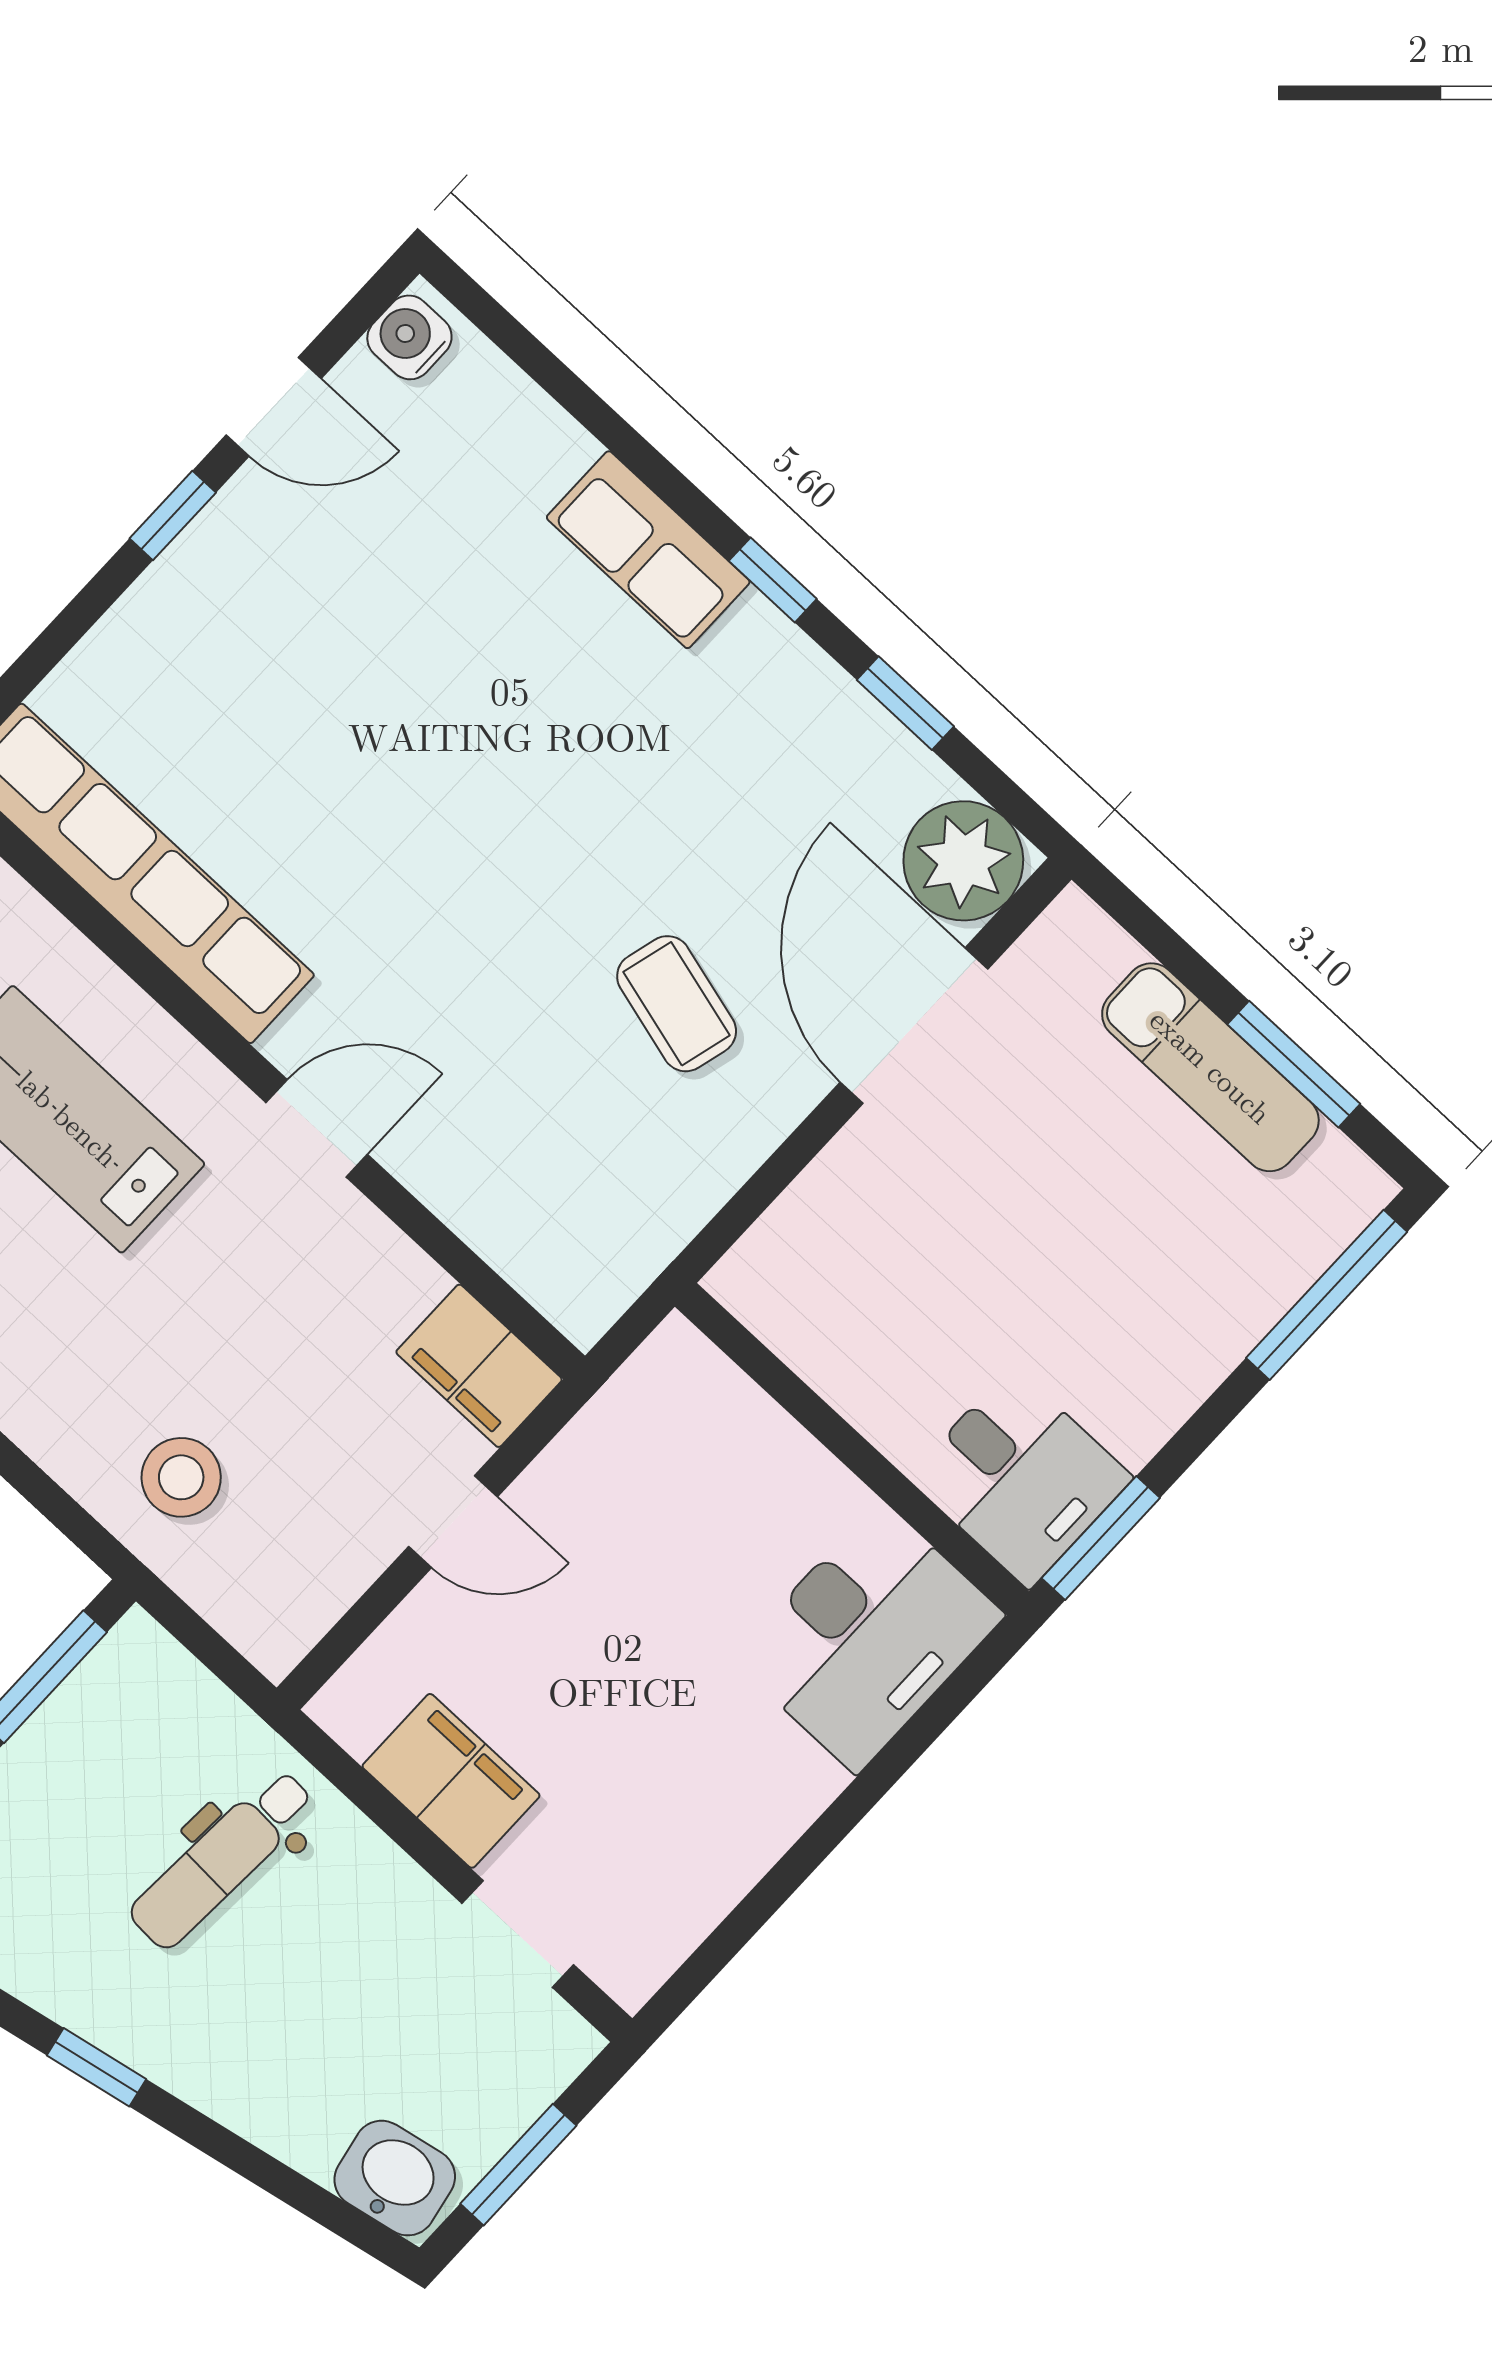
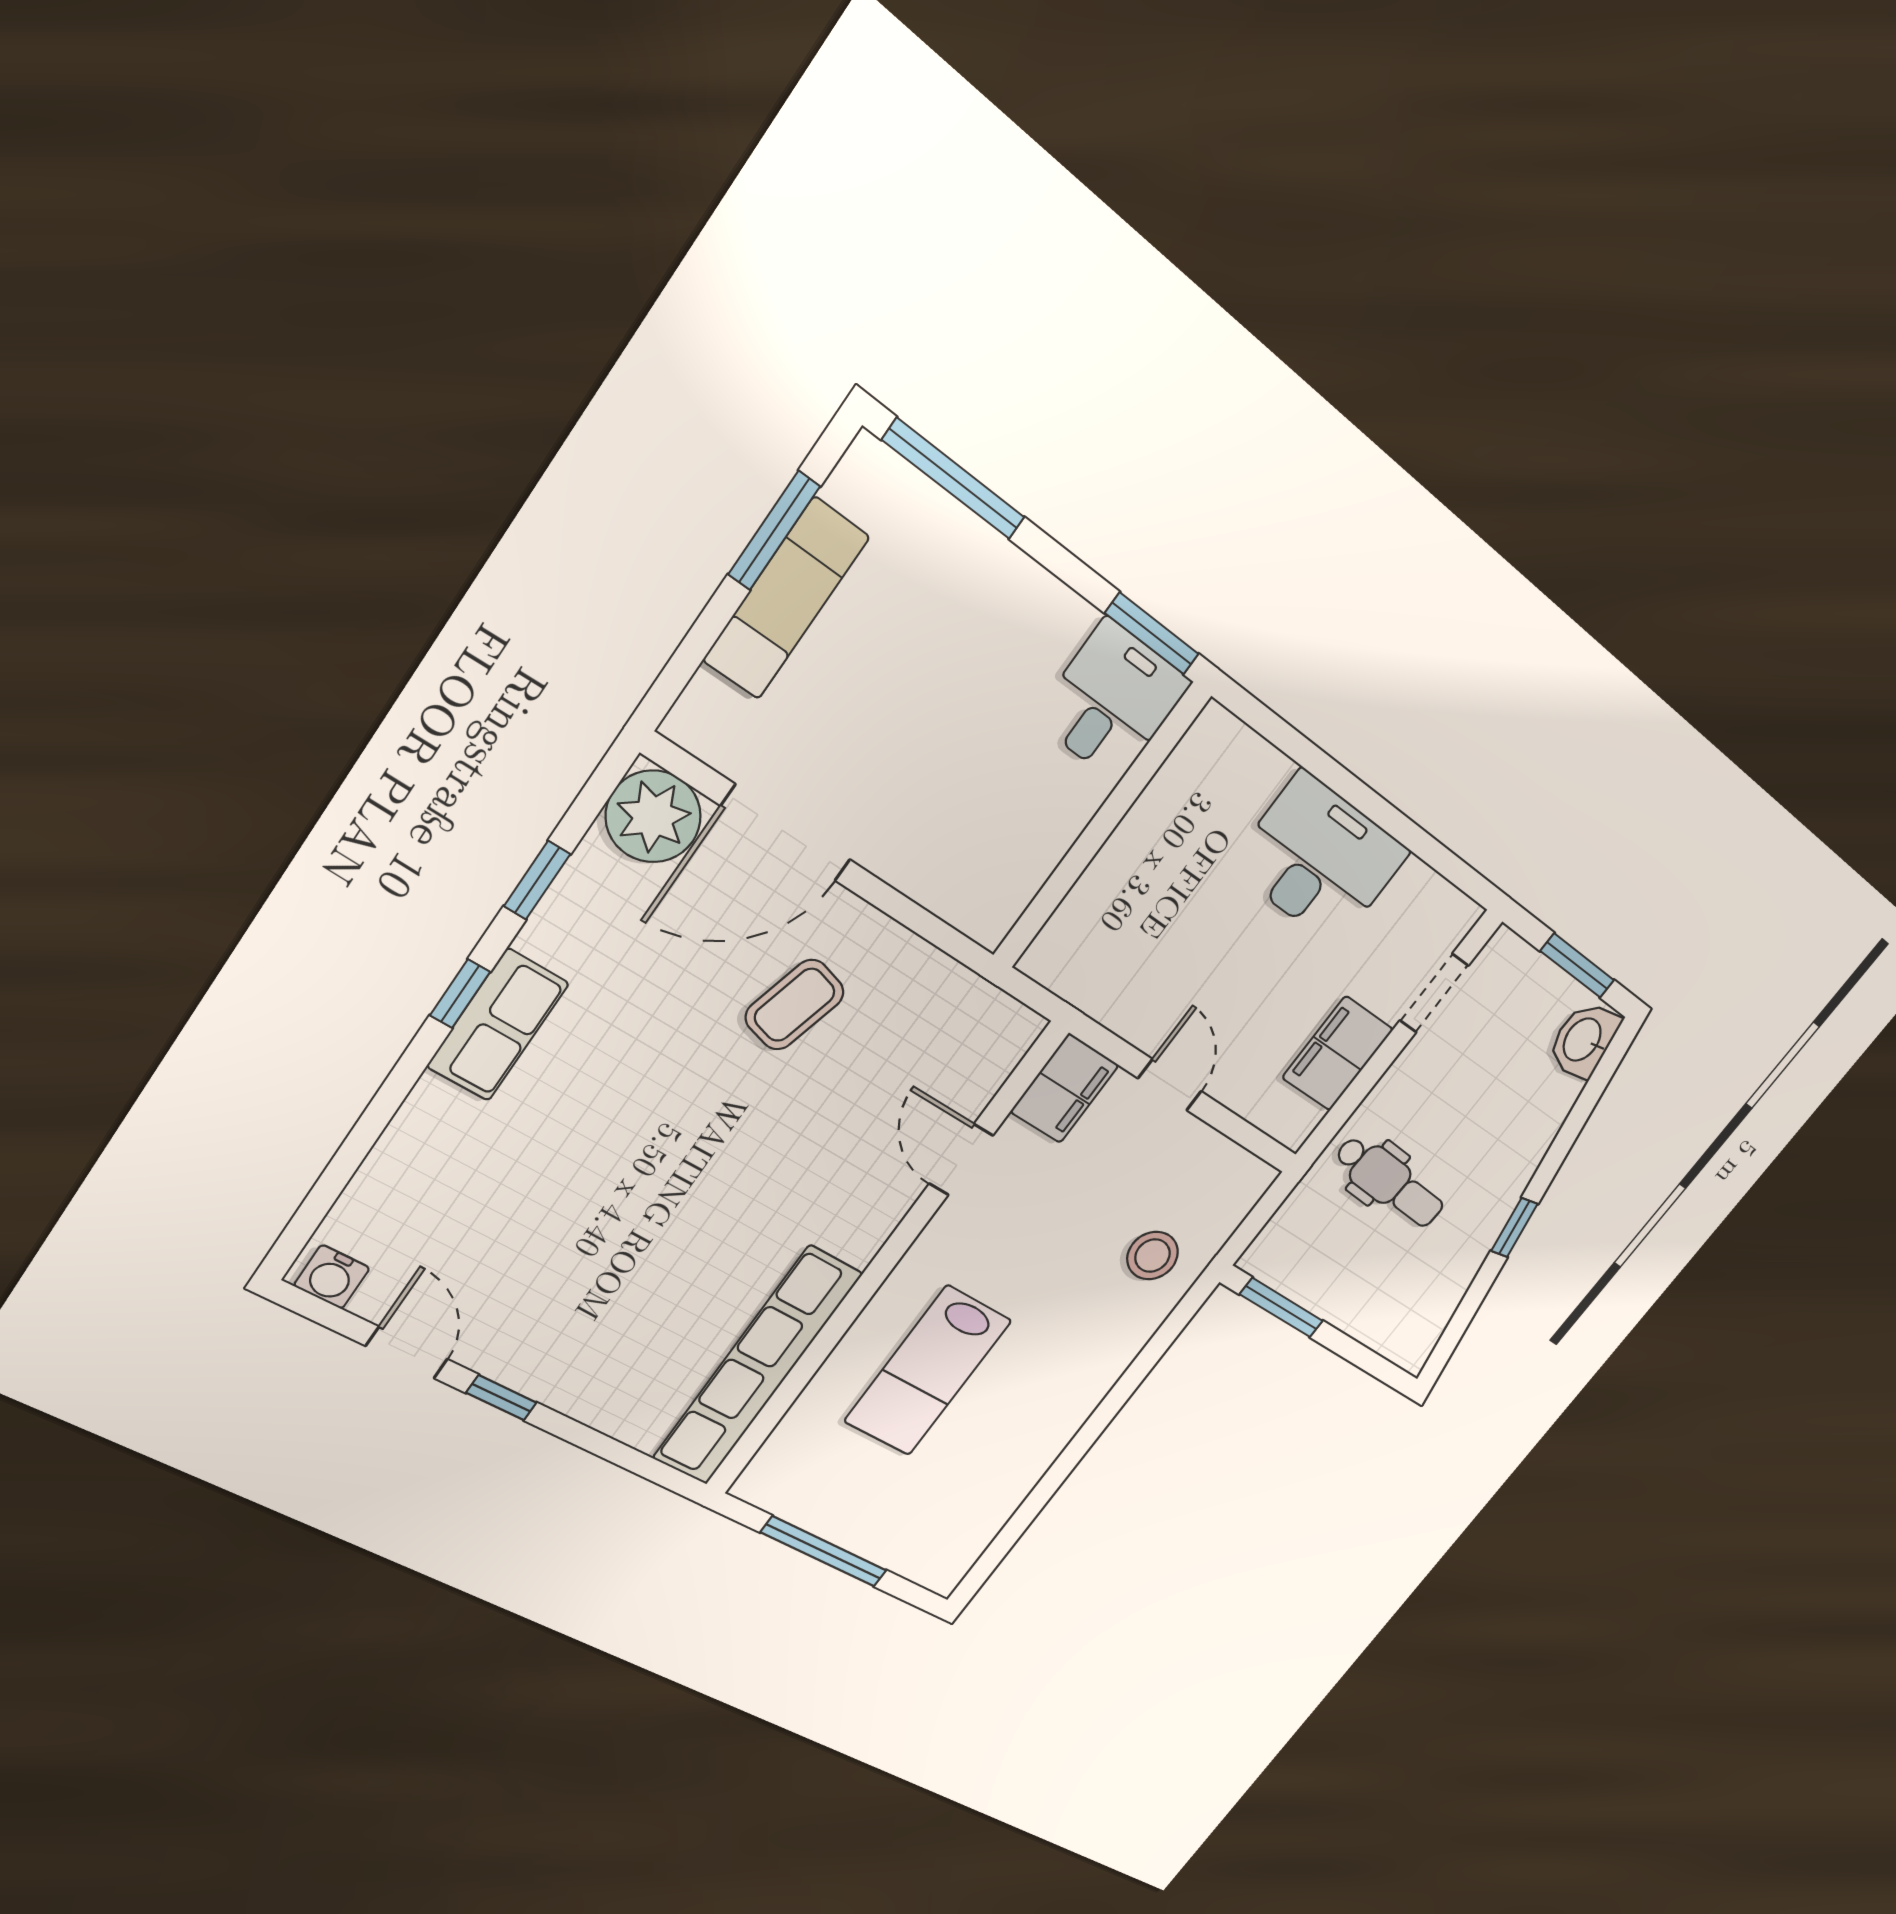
row of seats: (648, 550) -> (498, 1025), moved
door: (317, 1128) -> (961, 1160), moved
desk: (868, 1637) -> (1319, 859), moved

